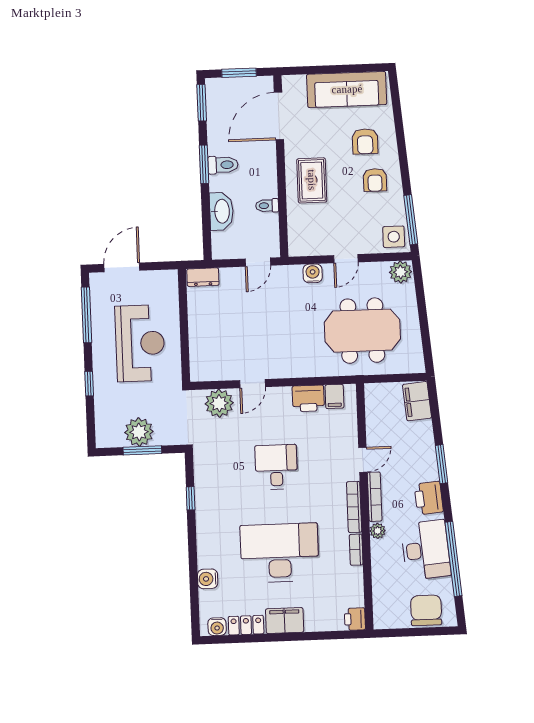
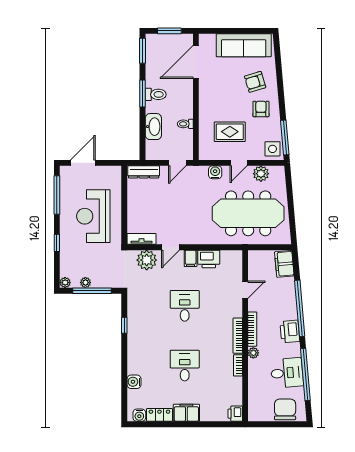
armchair: (365, 141) -> (255, 82), turned 73
rug: (312, 180) -> (230, 132), moved, turned 90
armchair: (375, 180) -> (261, 109), turned 180
plant: (401, 272) -> (261, 174), moved
dresser: (203, 277) -> (144, 172), width x1.44
meeting table: (362, 331) -> (248, 213), width x1.36
reception desk: (140, 343) -> (93, 216), turned 180
tv unit: (211, 373) -> (142, 239), added
filing cabinet: (334, 396) -> (191, 258), moved
plant: (139, 432) -> (85, 283), width x0.53, depth x0.53
plant: (103, 440) -> (65, 283), added
window: (142, 450) -> (92, 291), width x1.44
door: (363, 460) -> (245, 290), moved
window: (442, 464) -> (300, 308), width x2.11
desk: (426, 550) -> (287, 373), width x0.73
desk: (280, 553) -> (185, 366), width x0.53, depth x0.77

